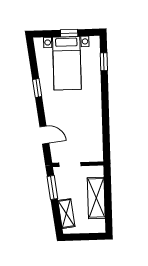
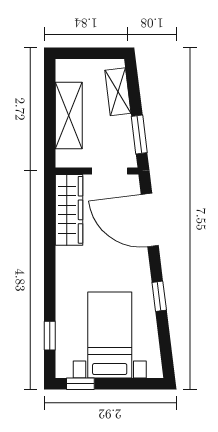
window: (69, 33) -> (80, 384), moved
door: (44, 135) -> (150, 220), width x1.87
wardrobe: (94, 140) -> (69, 210), added

